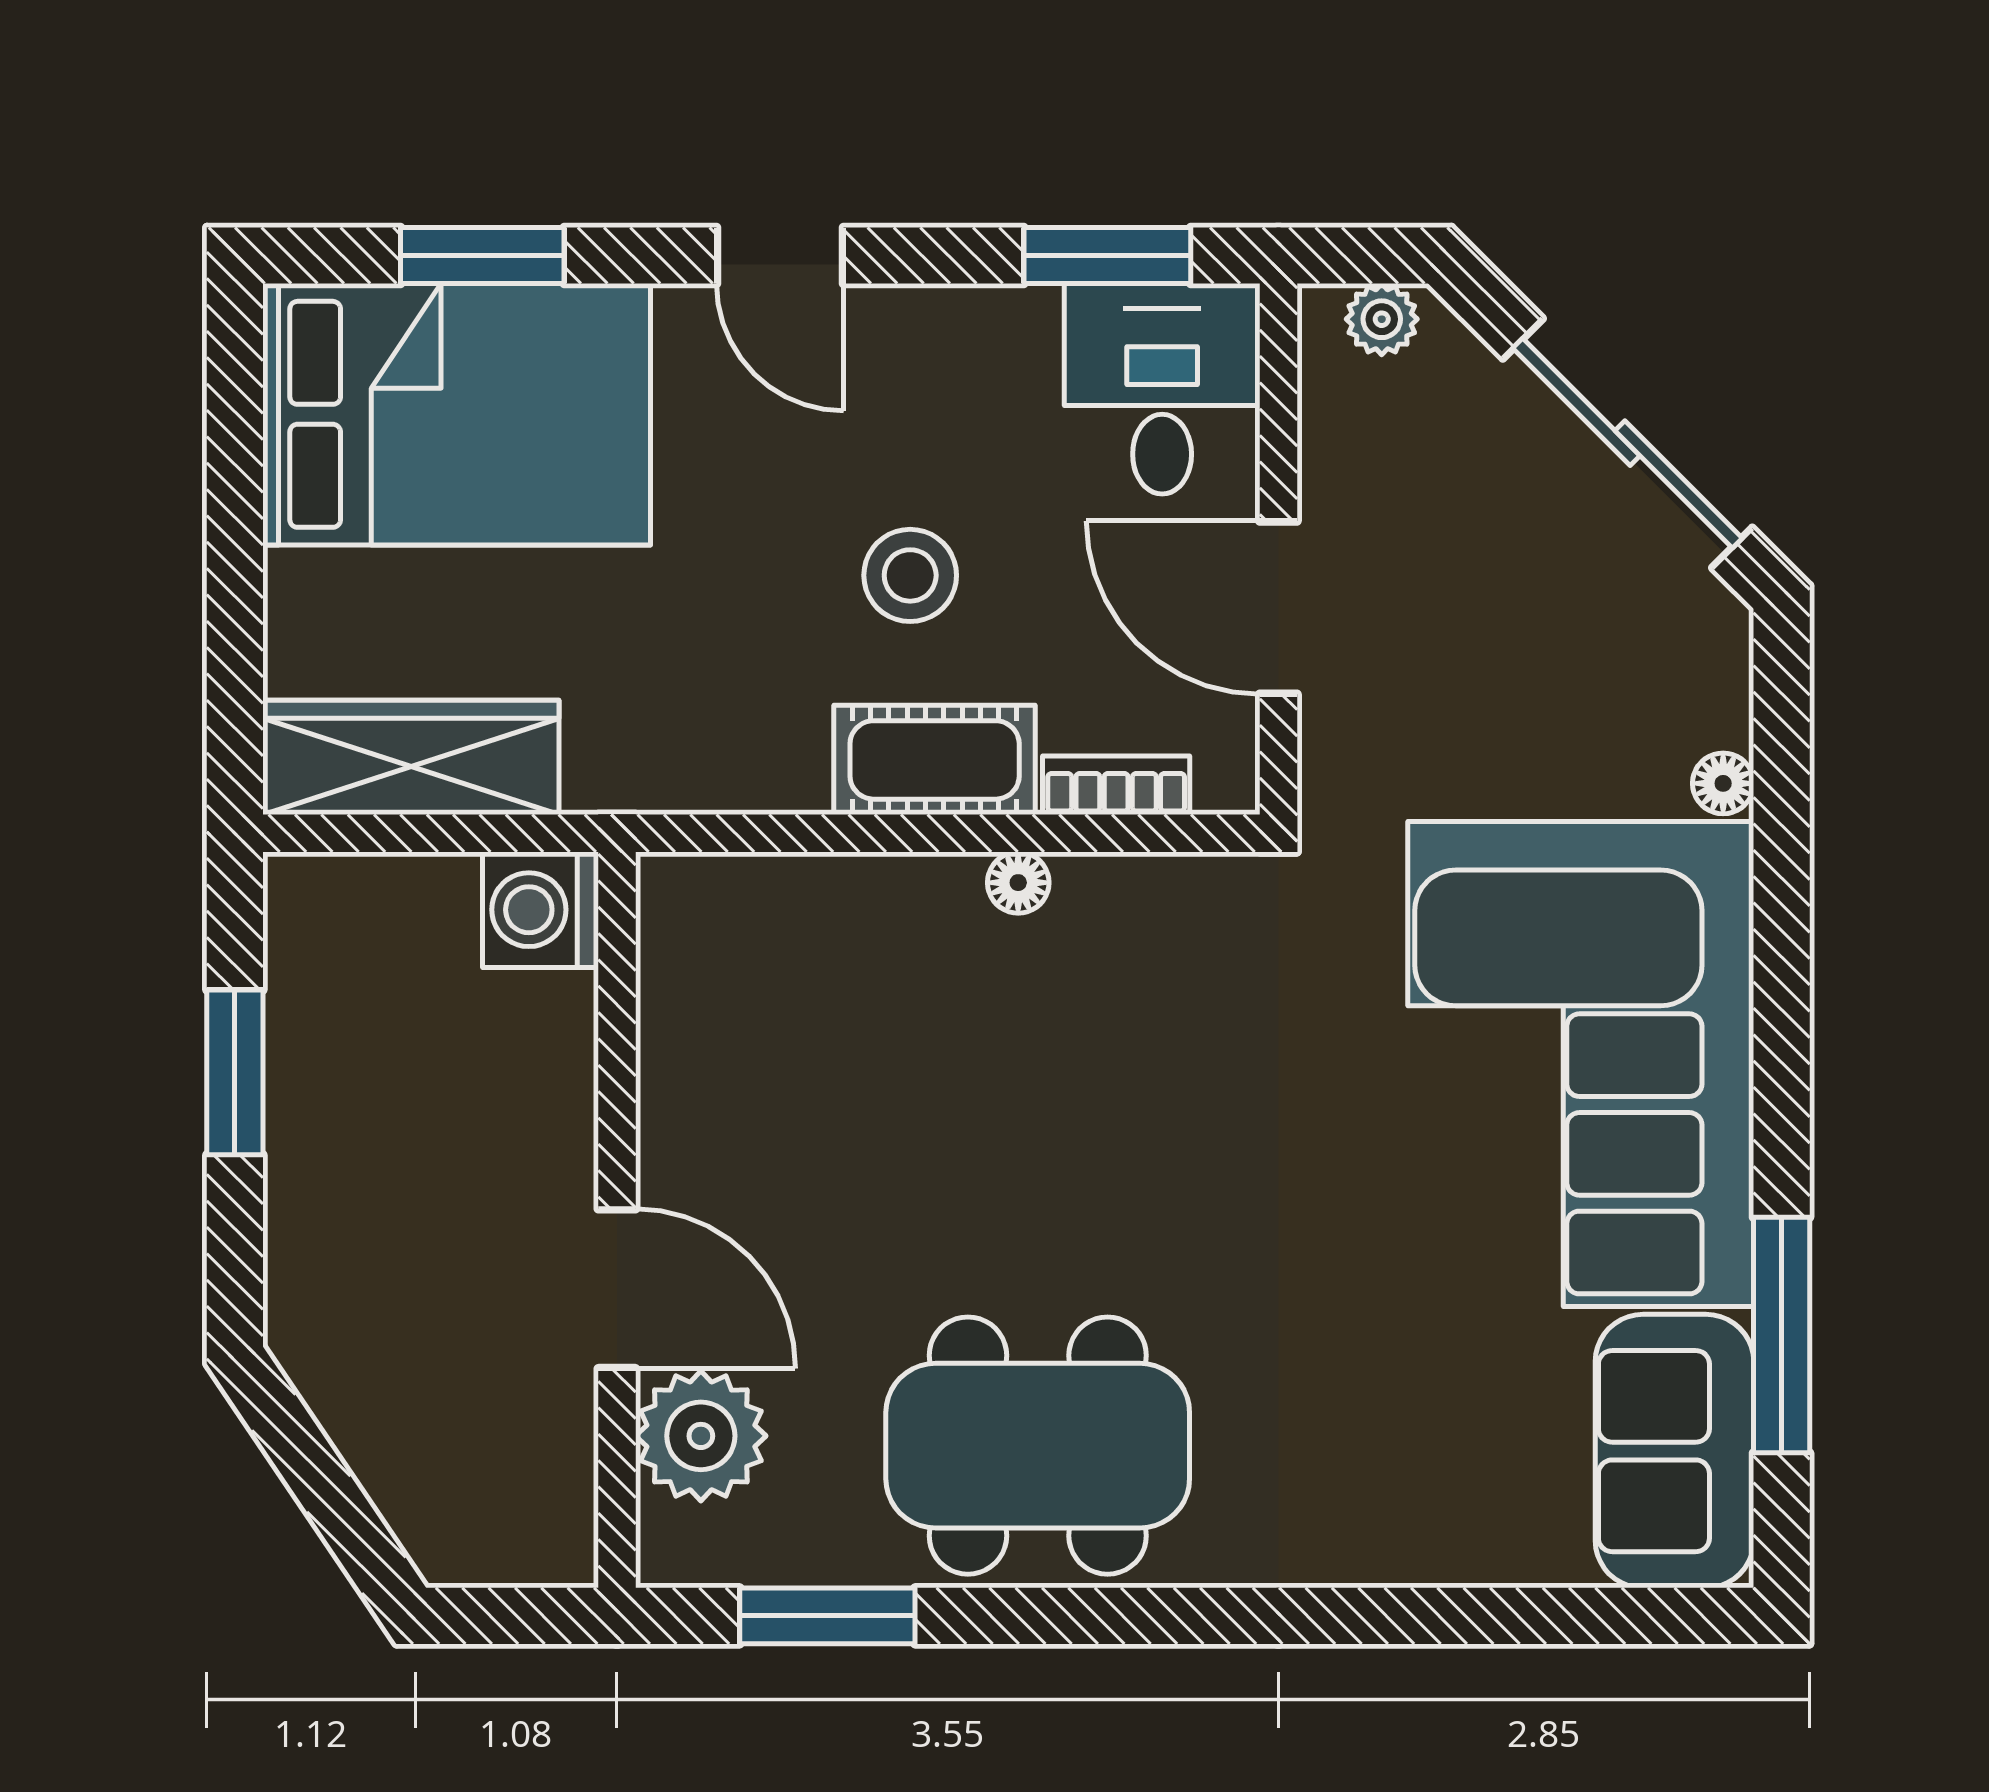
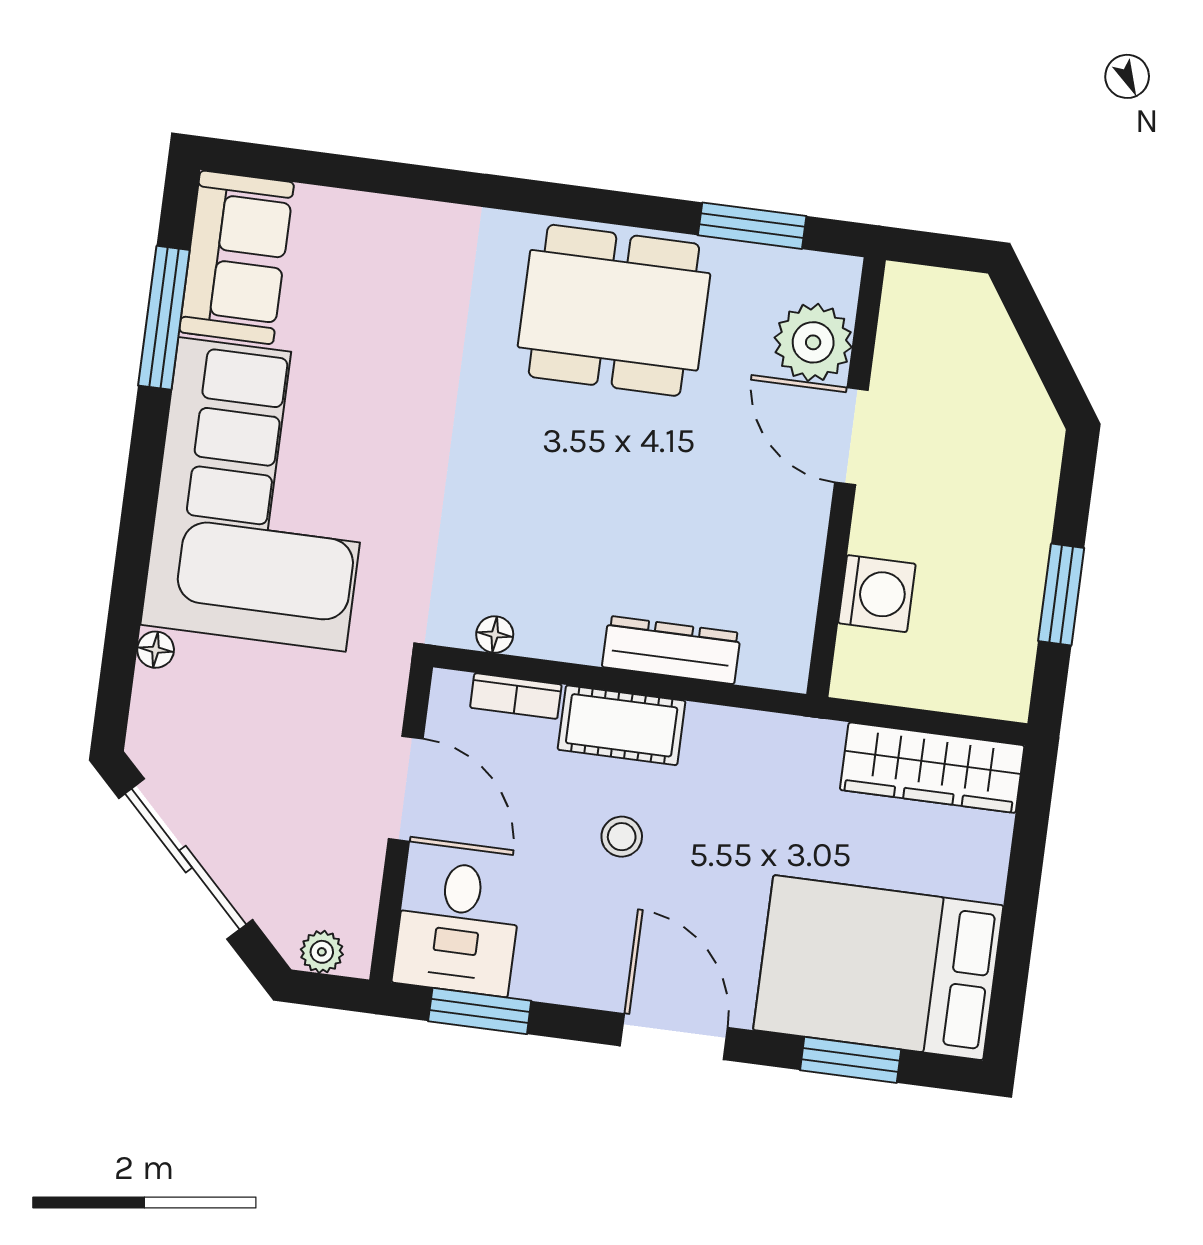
door: (780, 256) -> (674, 1037), width x1.38
stool: (910, 575) -> (622, 837), width x0.73, depth x0.73
floor lamp: (1018, 883) -> (495, 634), moved
dresser: (869, 895) -> (671, 650), added
washing machine: (540, 910) -> (877, 594), moved

